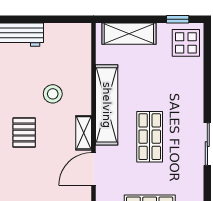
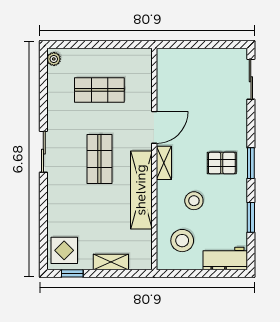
shelving: (129, 34) -> (111, 262), width x0.67, depth x0.75
stool: (65, 53) -> (182, 241), added
pallet: (24, 133) -> (222, 163), turned 90

